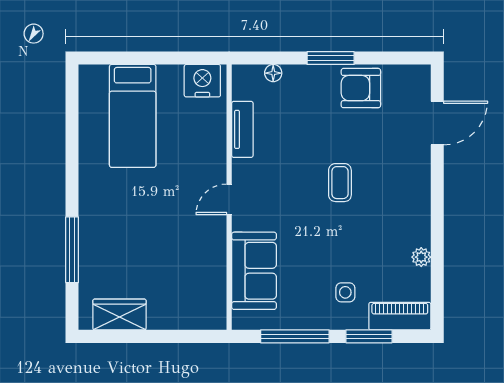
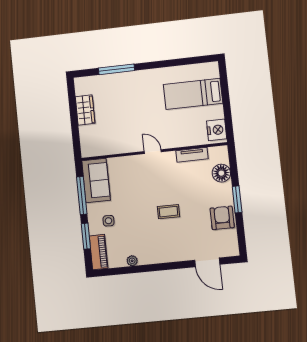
floor lamp: (273, 73) -> (221, 173), width x1.89, depth x1.89
sofa: (254, 271) -> (96, 180), moved, turned -90
wardrobe: (119, 315) -> (85, 110), moved

